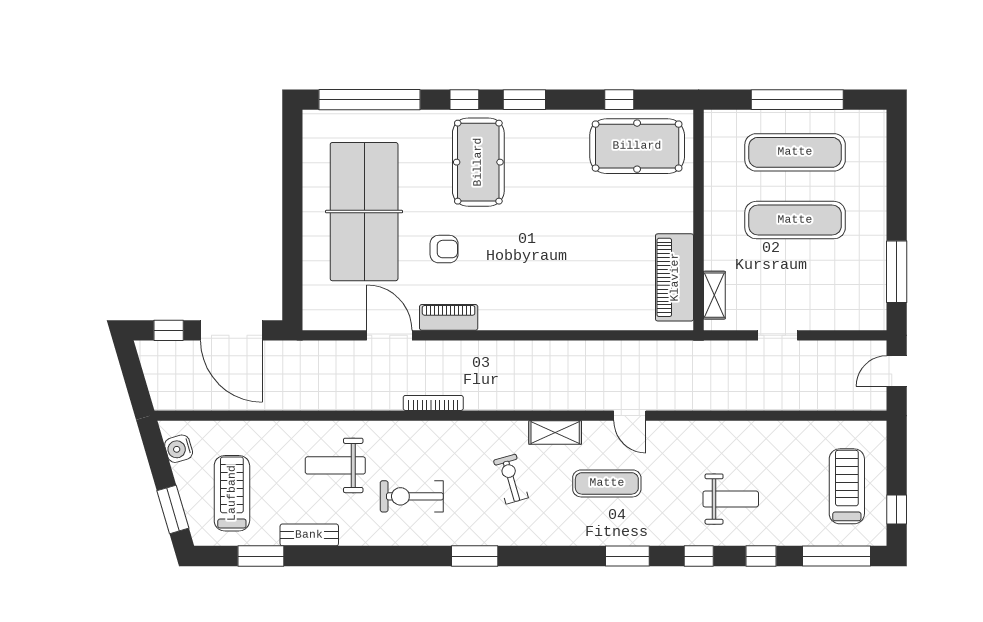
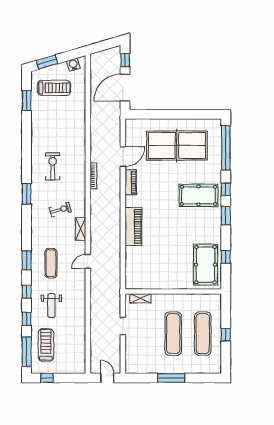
window: (797, 100) -> (226, 335), width x0.32
armchair: (444, 249) -> (161, 180), removed
window: (897, 272) -> (171, 378), moved
piano: (675, 277) -> (133, 227), moved, turned 90
weight bench: (335, 465) -> (66, 133), removed
exercise mat: (607, 483) -> (51, 263), moved
treadmill: (847, 486) -> (46, 345), moved, turned -90
bench: (309, 535) -> (36, 122), removed

